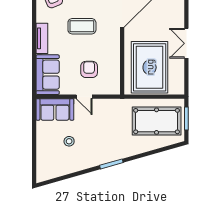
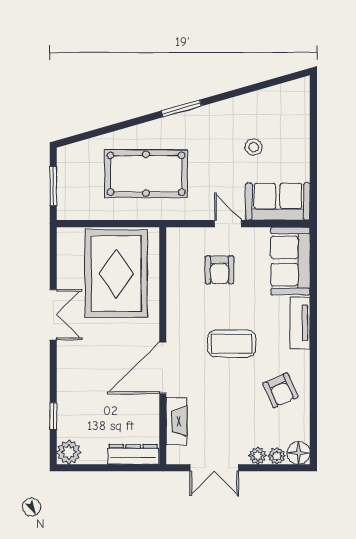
pool table: (157, 121) -> (146, 174), moved

